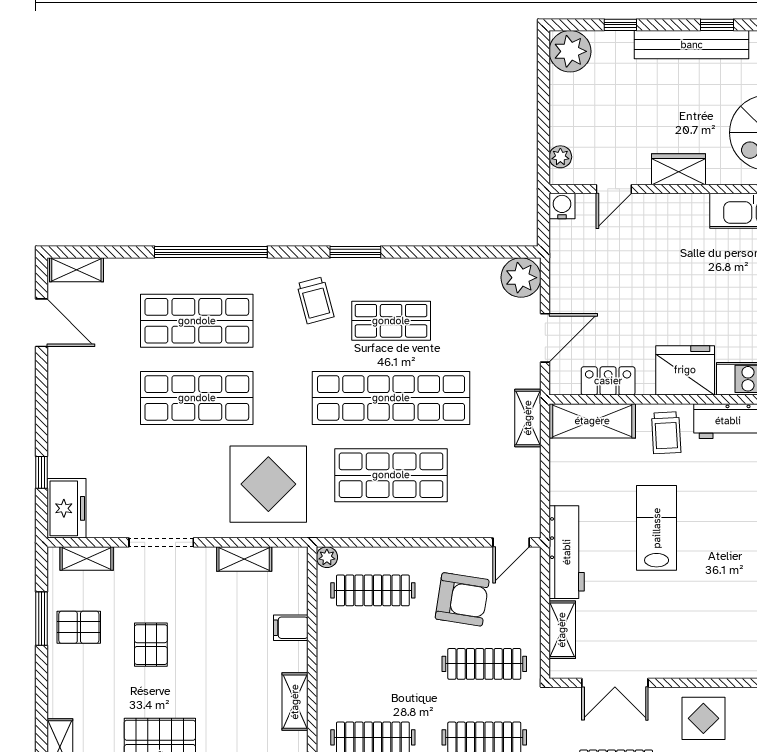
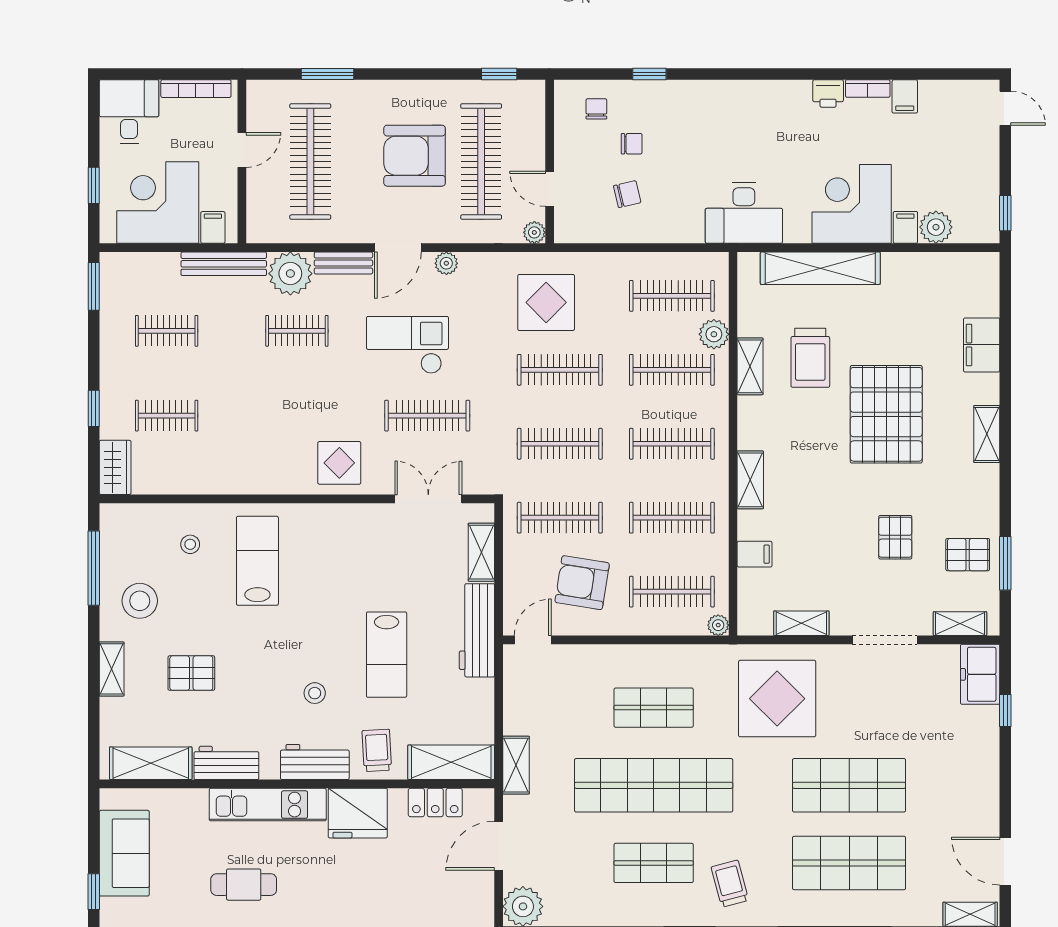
shop shelf: (391, 475) -> (654, 708), width x0.70, depth x0.74
stool: (728, 490) -> (315, 693), added
clothes rail: (373, 664) -> (672, 518), added

